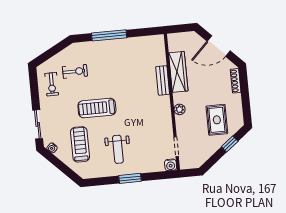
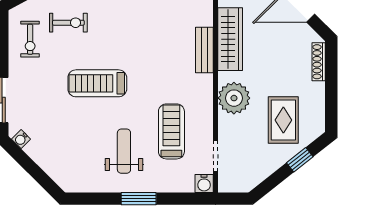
plant: (180, 109) -> (234, 98), width x1.87, depth x1.87
treadmill: (80, 144) -> (171, 131), moved
weight bench: (118, 149) -> (124, 151), turned 180

